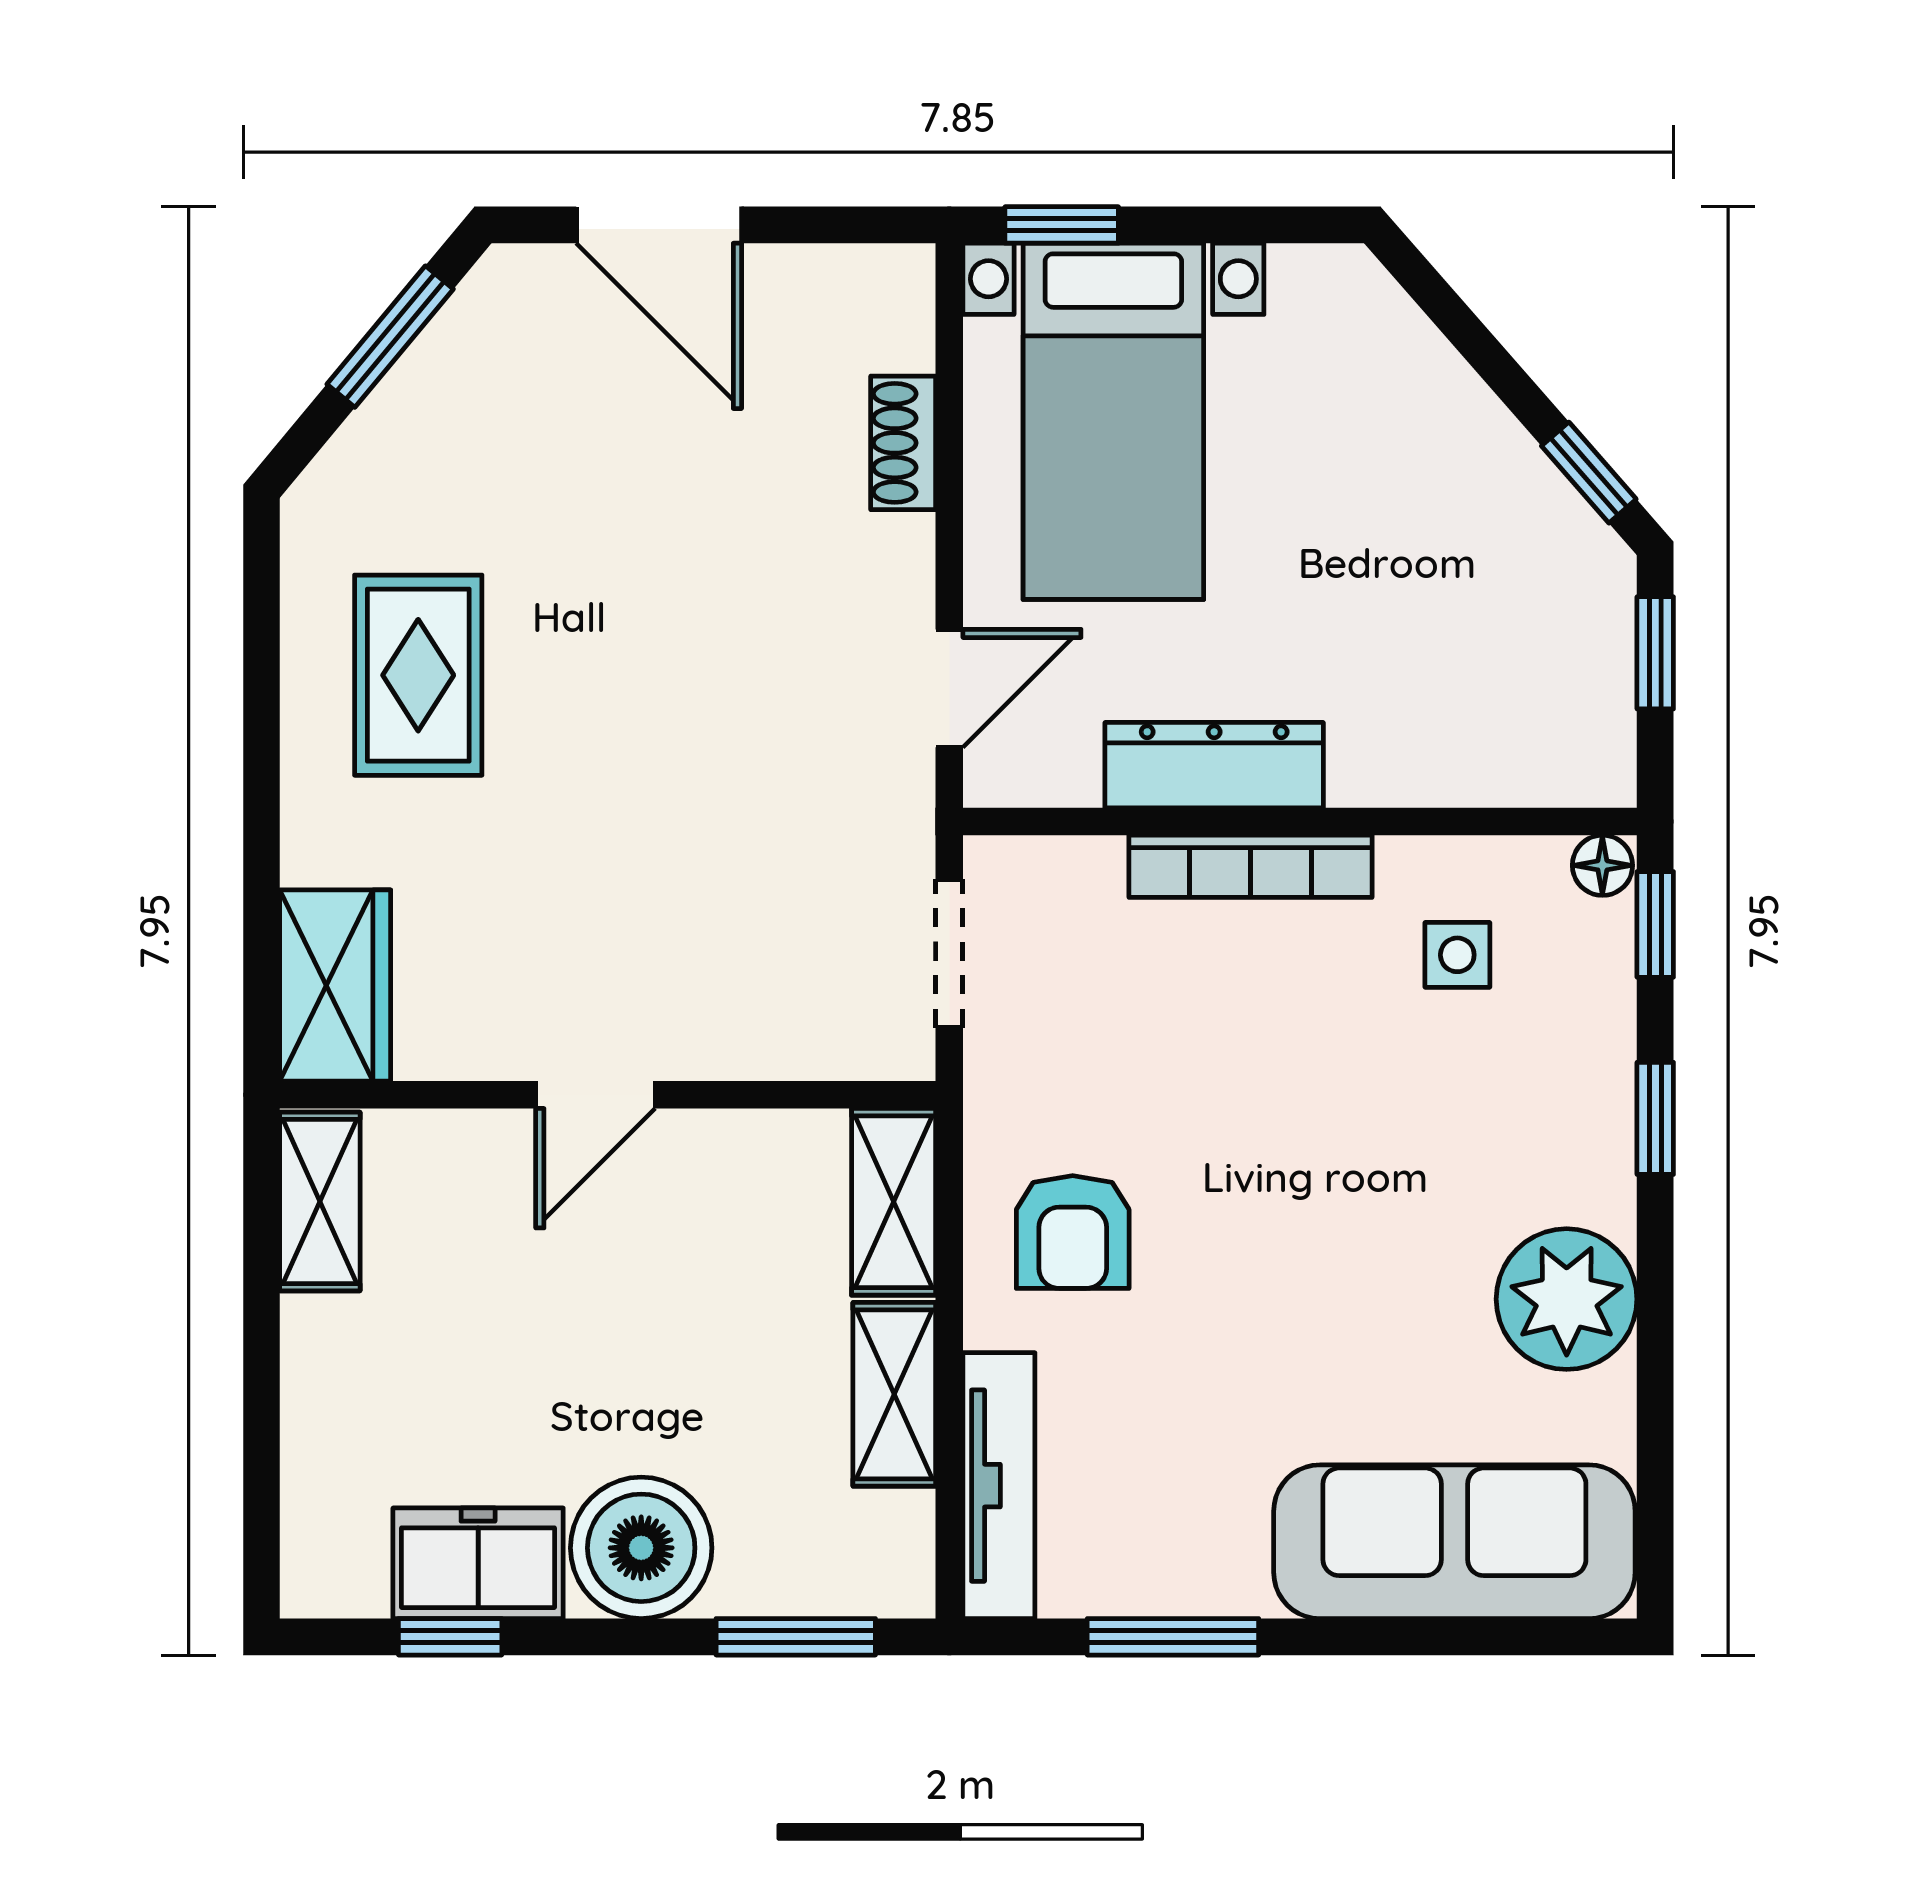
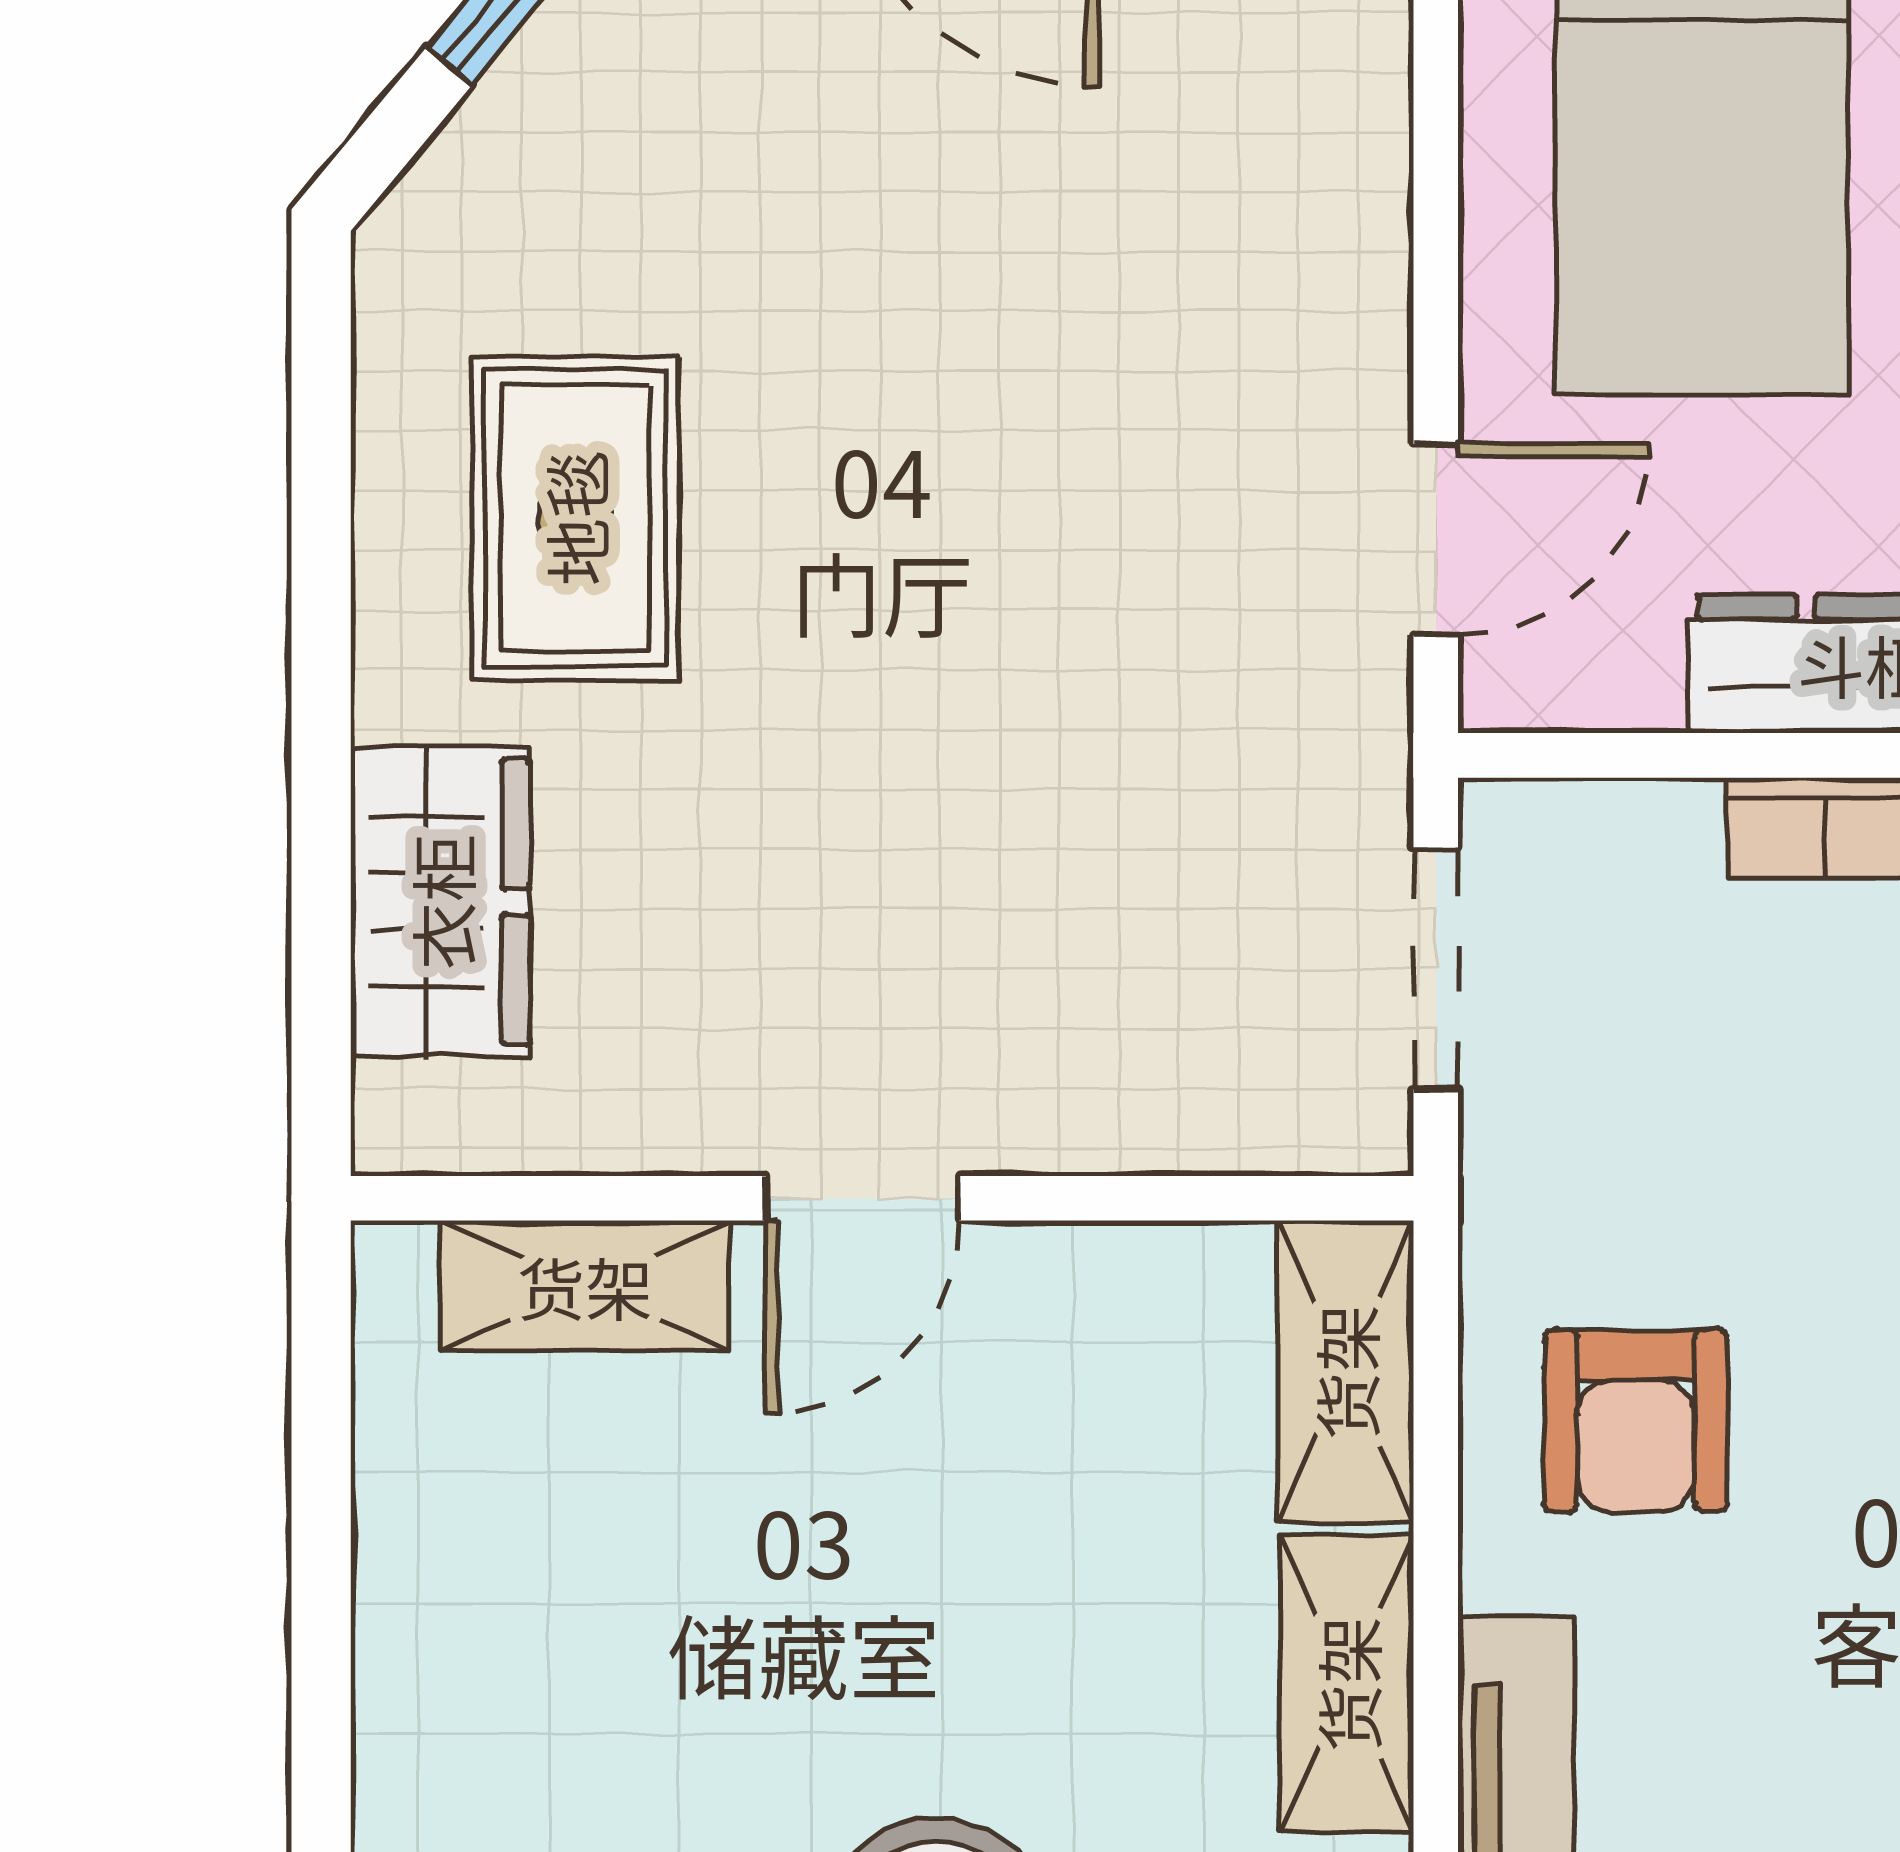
shoe rack: (903, 443) -> (1361, 142), removed
wardrobe: (335, 986) -> (441, 902), moved
shelving: (320, 1202) -> (585, 1286), moved, turned 90

